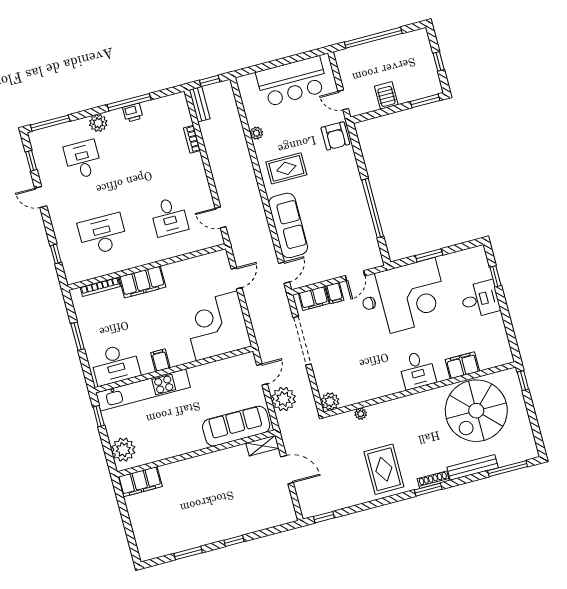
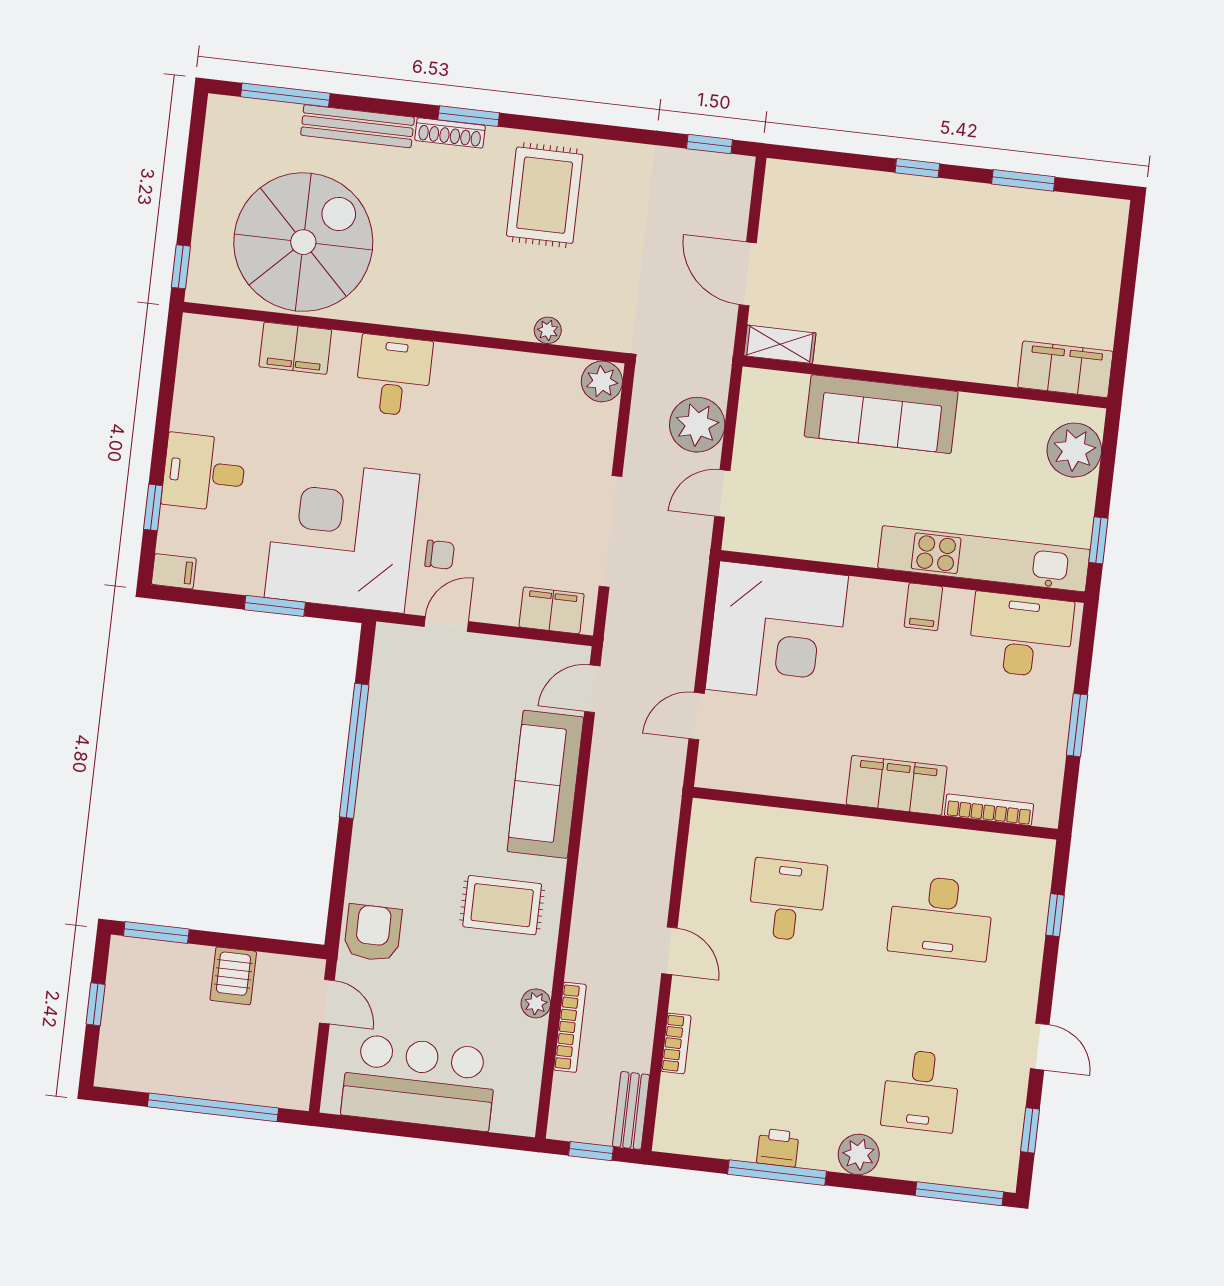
bookcase: (238, 129) -> (570, 1027), added
door: (220, 218) -> (669, 951), moved
filing cabinet: (335, 293) -> (174, 571), moved, turned 90
sofa: (236, 426) -> (881, 414), moved

